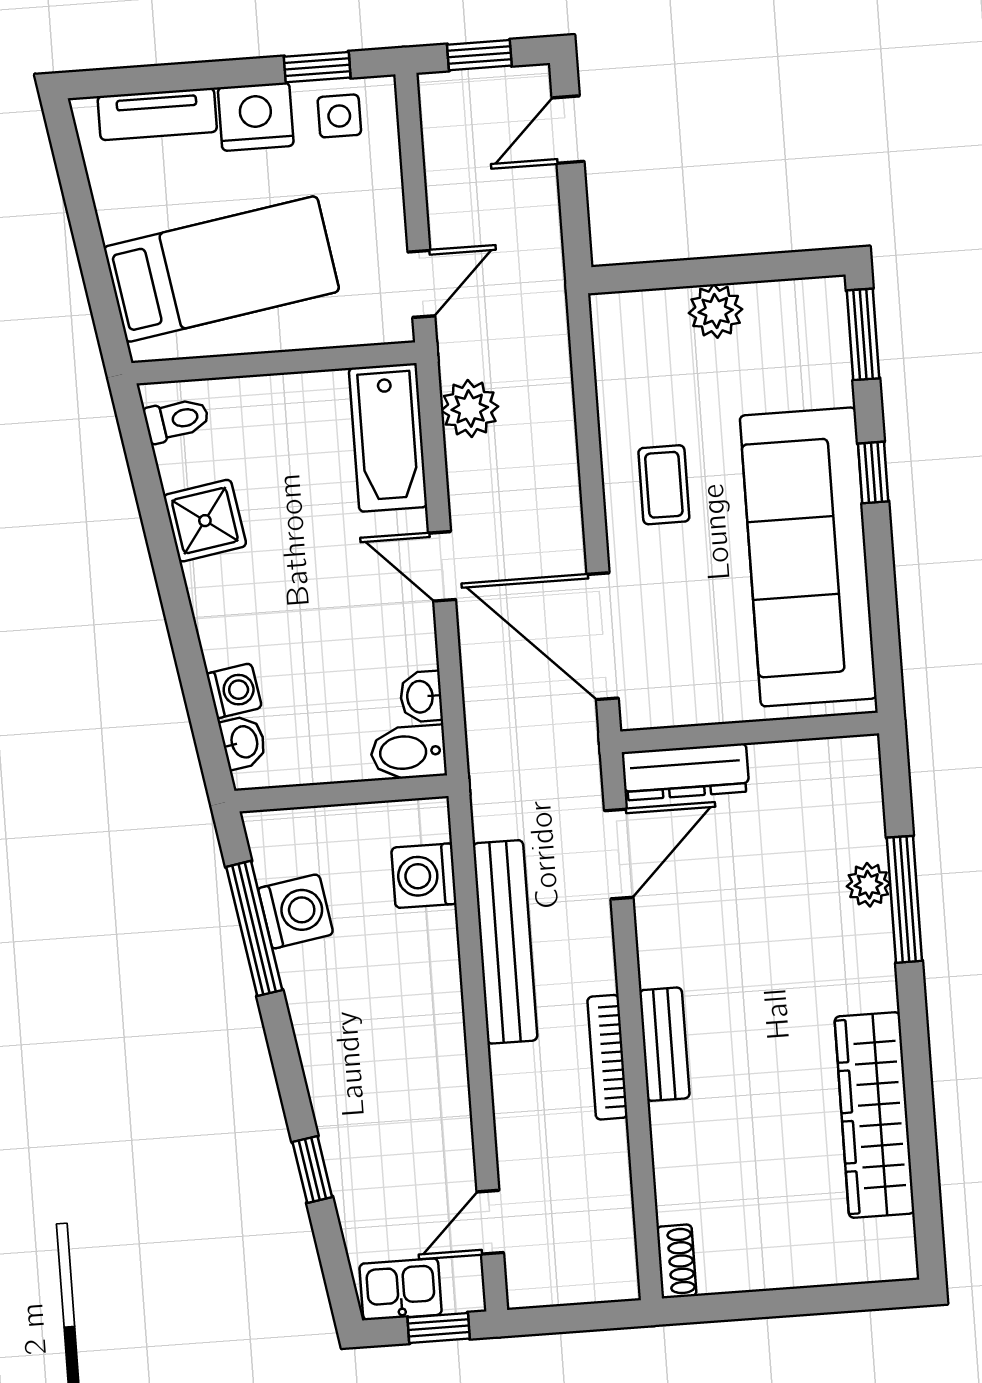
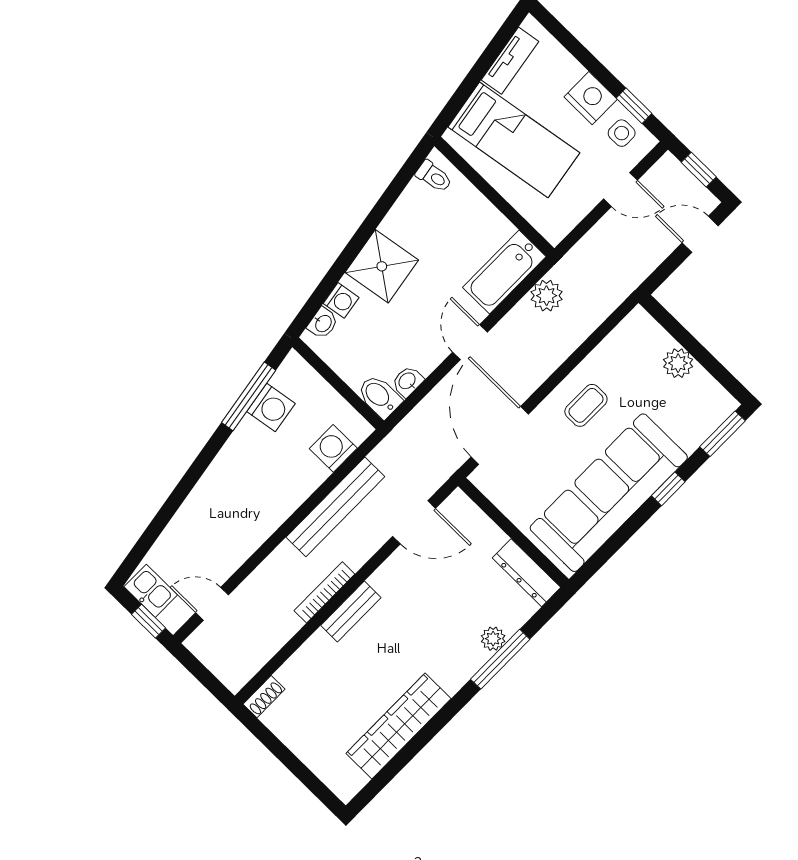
tv unit: (157, 114) -> (510, 61), moved, turned -99
door: (421, 284) -> (620, 190), moved
shower: (205, 521) -> (382, 266), moved, width x1.36, depth x1.36
dresser: (685, 772) -> (526, 573), moved
window: (312, 1170) -> (169, 510), removed

